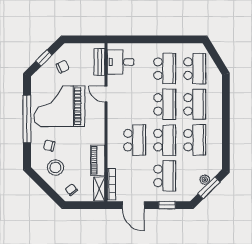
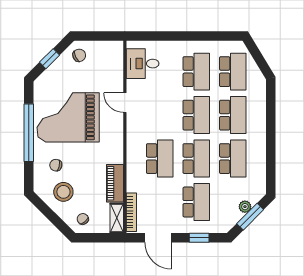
bench: (100, 62) -> (117, 64), removed
chair: (63, 67) -> (79, 55), moved

